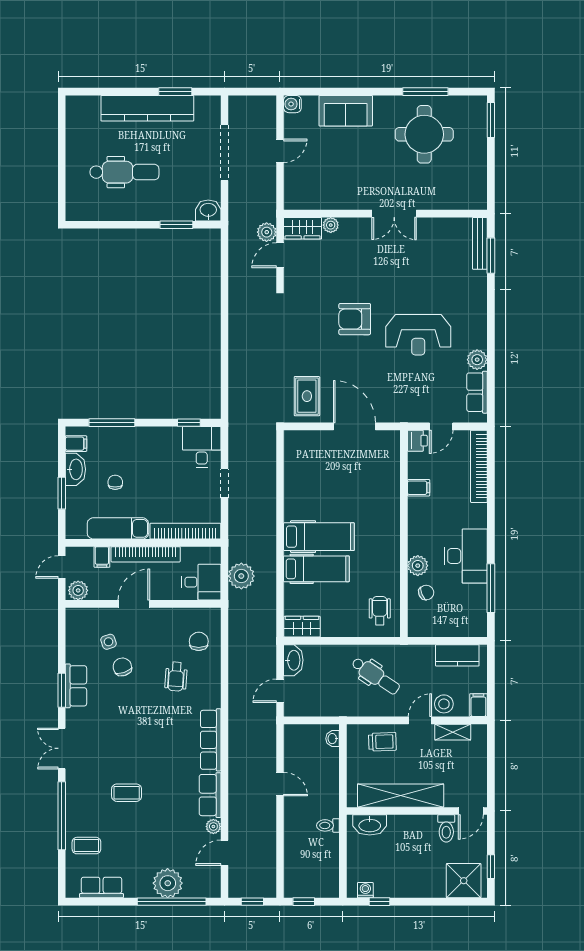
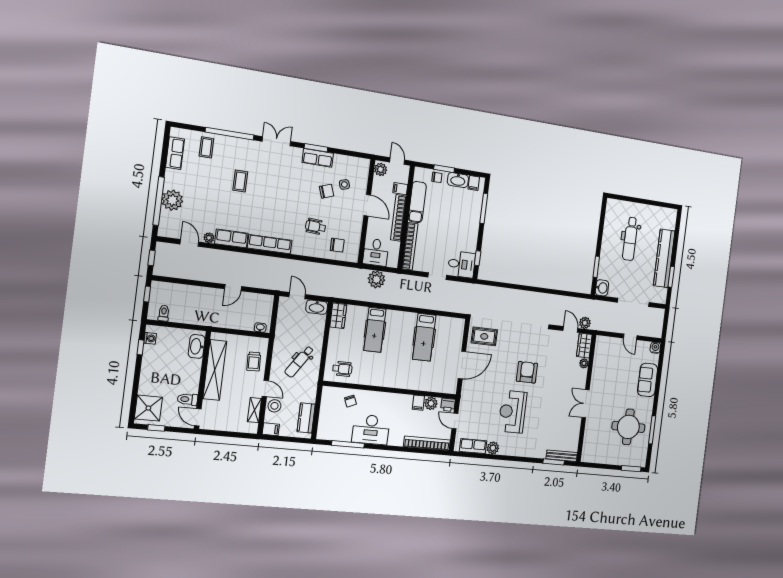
chair: (115, 482) -> (437, 177), moved
hospital bed: (319, 537) -> (424, 337), moved
plant: (418, 566) -> (431, 403), moved
toilet: (328, 825) -> (164, 313), moved

